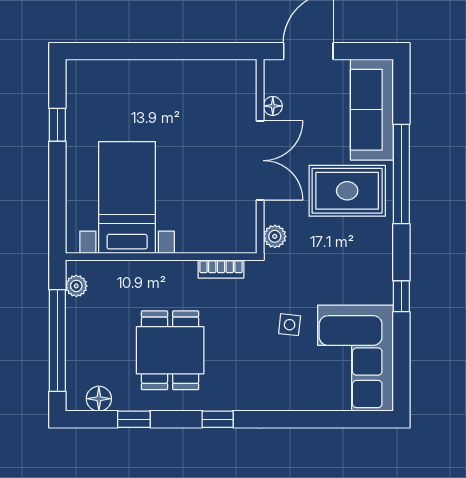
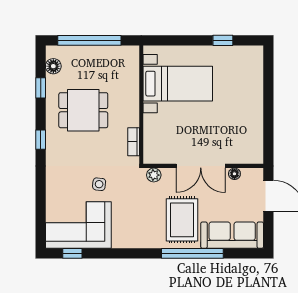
plant: (76, 286) -> (123, 52), removed
window: (401, 296) -> (72, 253), moved

